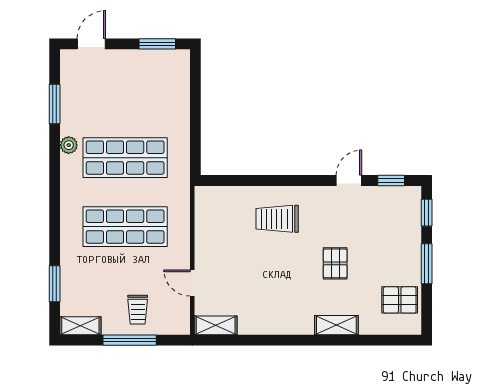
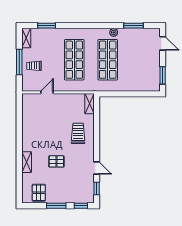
shelving: (216, 325) -> (89, 104), moved

